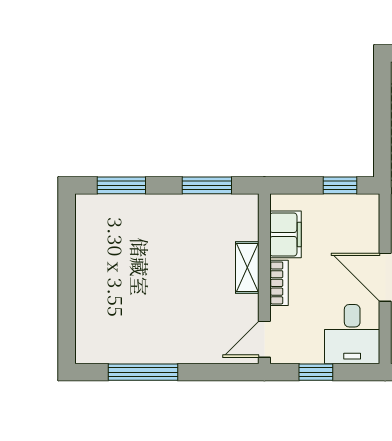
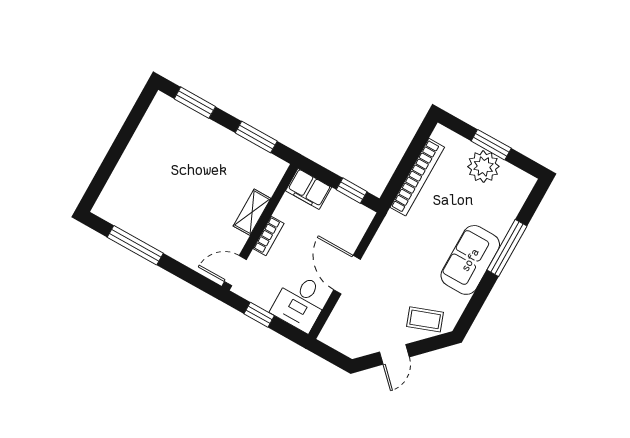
filing cabinet: (285, 234) -> (309, 189), moved, turned 90

